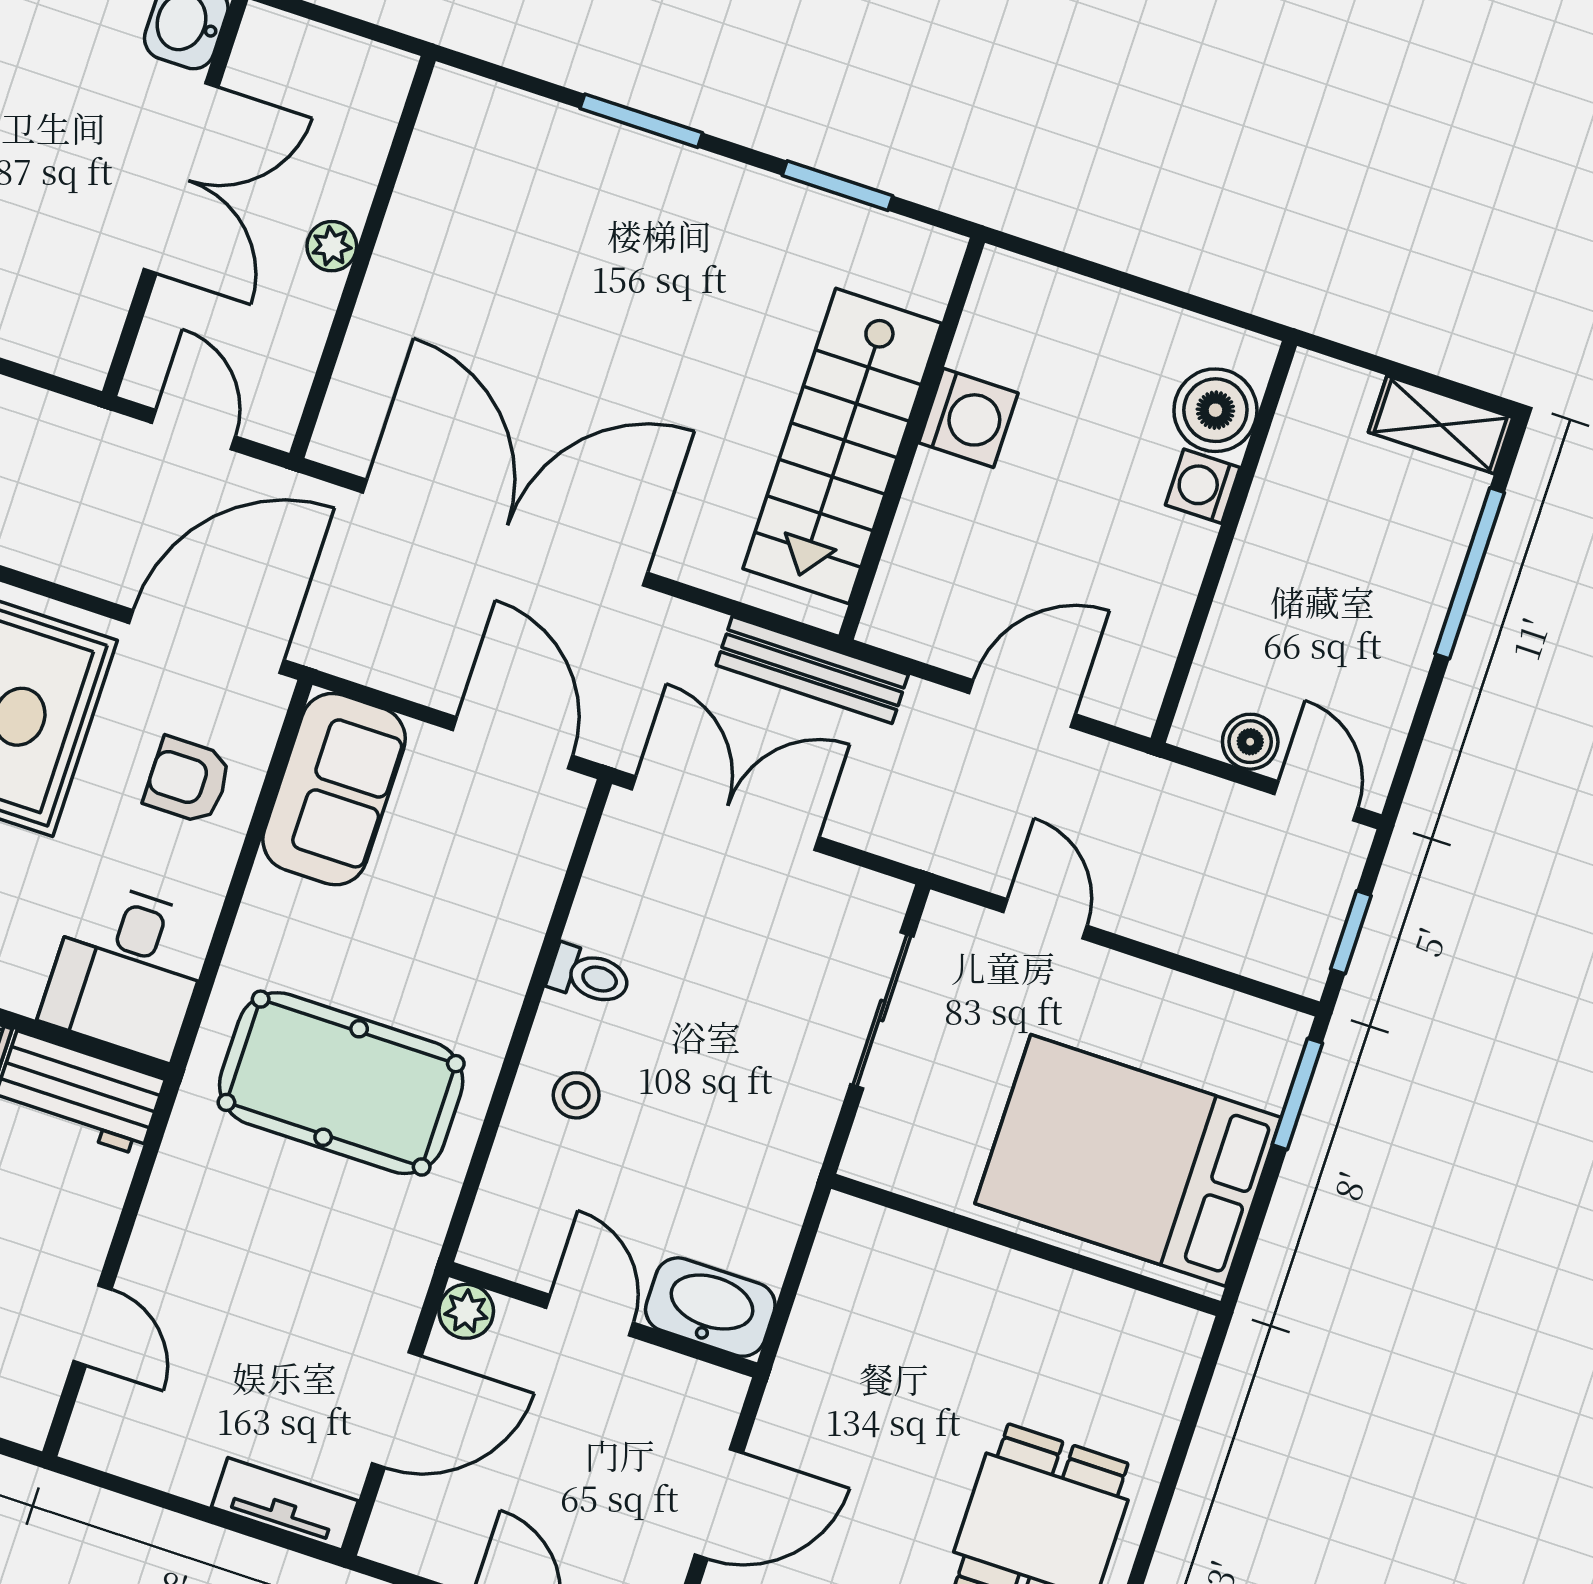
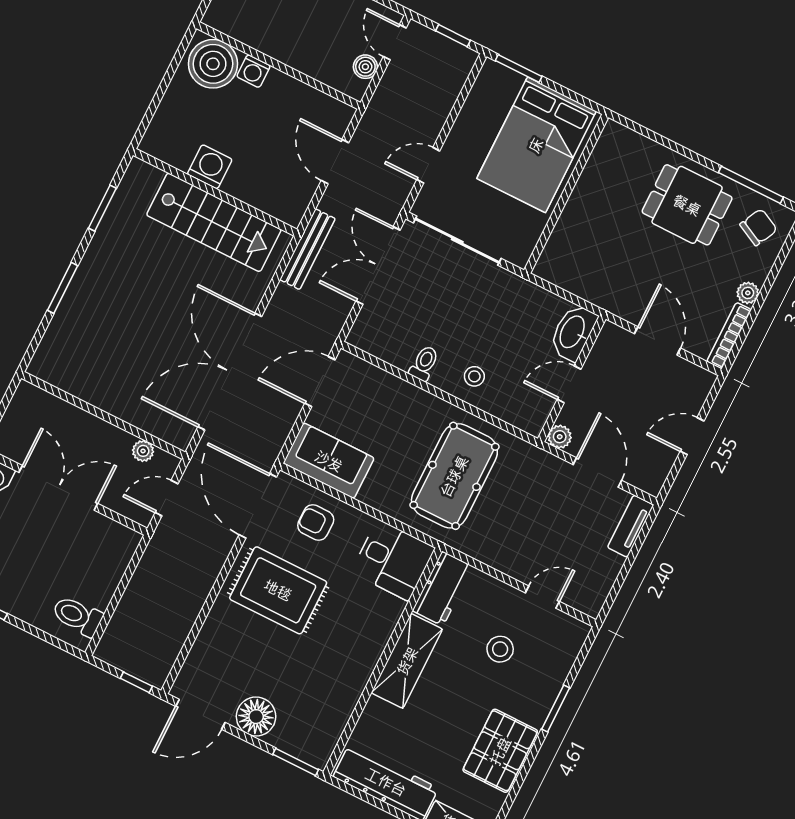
plant: (332, 246) -> (143, 451), moved
boiler: (1215, 410) -> (213, 64), width x1.37, depth x1.37
armchair: (188, 780) -> (316, 522), turned 90
door: (1316, 801) -> (395, 42), hinge flipped
double door: (725, 813) -> (378, 266), moved
sliding door: (882, 1011) -> (457, 241), width x1.37

